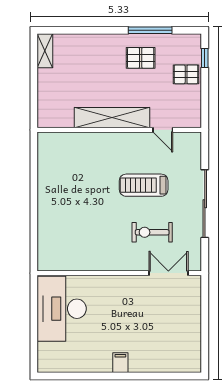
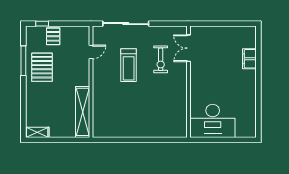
pallet: (141, 58) -> (42, 67), width x1.50, depth x1.42
shelving: (112, 118) -> (83, 112), moved
sliding door: (205, 204) -> (126, 24), moved
filing cabinet: (120, 363) -> (249, 59), moved, width x2.00

